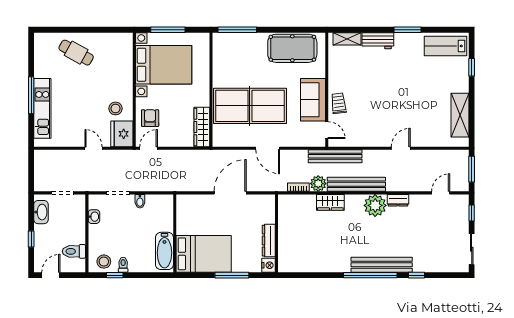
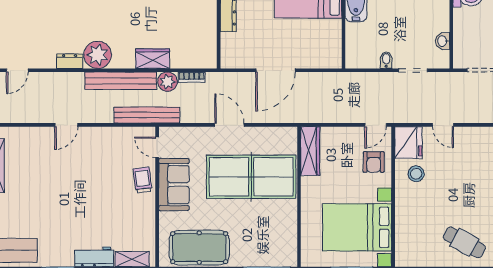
trolley: (339, 103) -> (143, 180), turned 180

